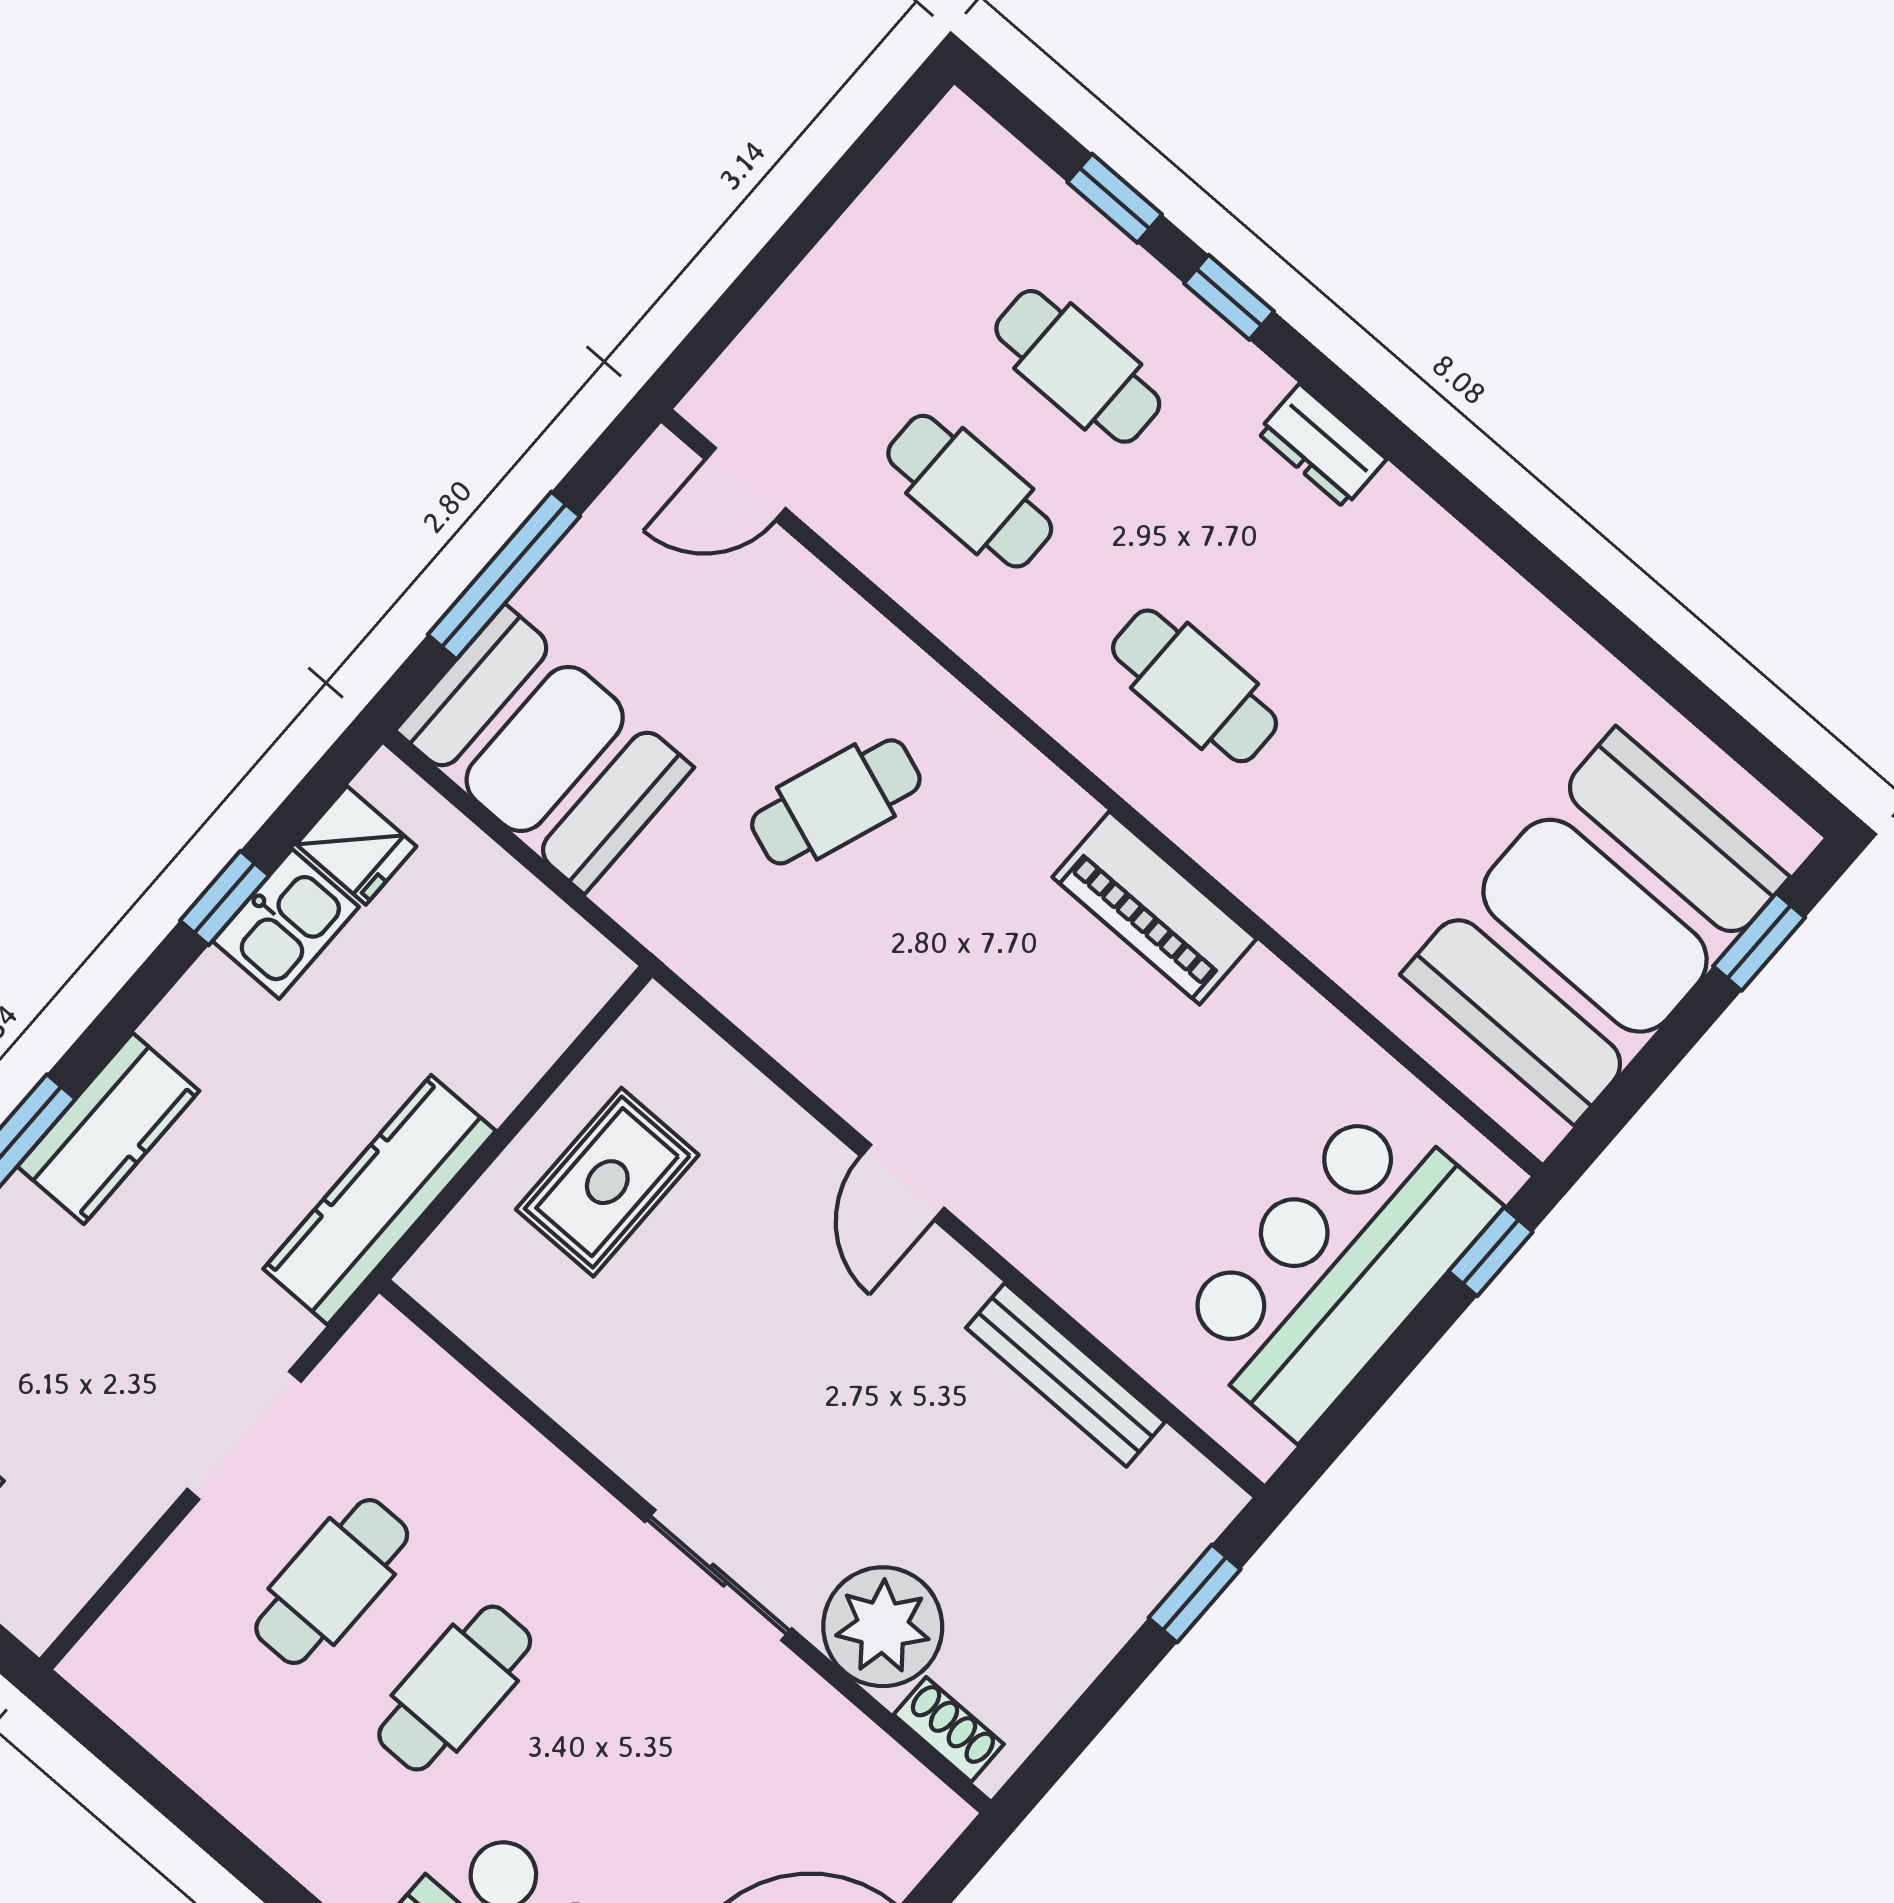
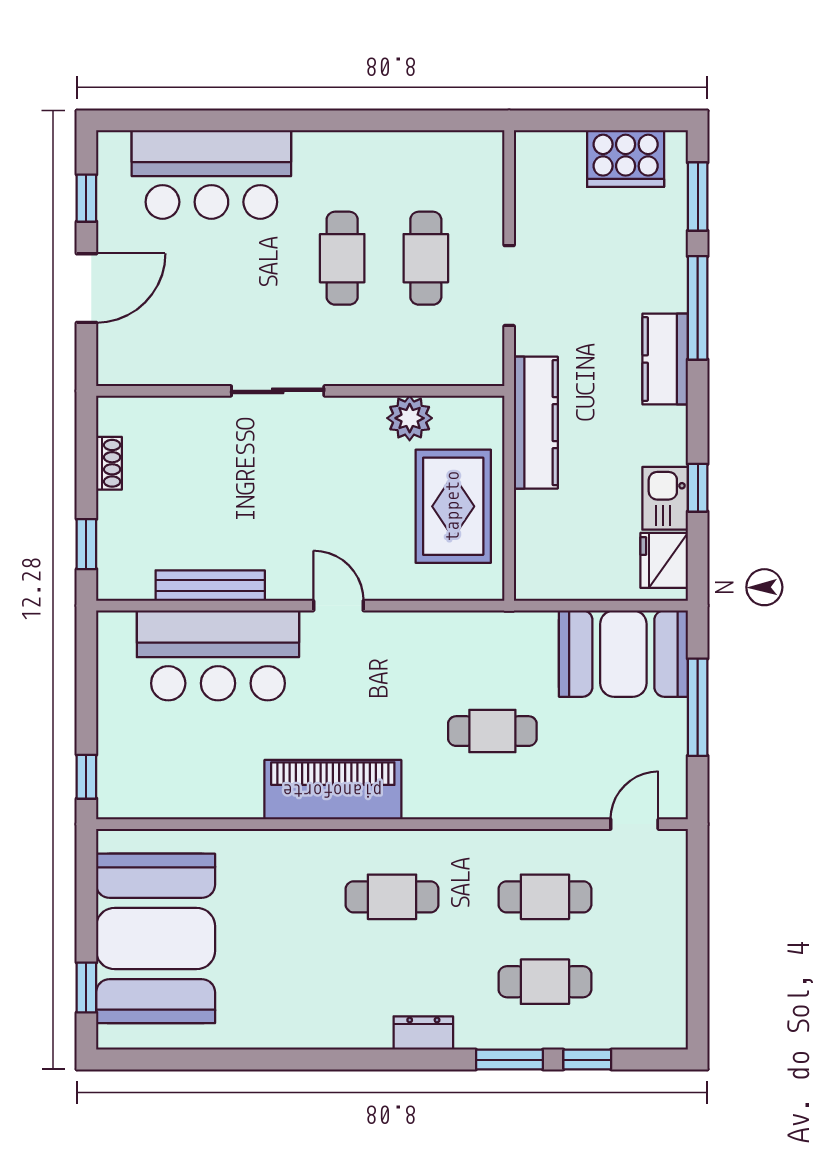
window: (1229, 297) -> (509, 1060), width x1.50
cafe table: (836, 802) -> (492, 731), turned 70
fridge: (356, 845) -> (664, 560), width x1.38
piano: (1154, 908) -> (333, 790), width x1.37, depth x1.33
rug: (607, 1182) -> (453, 506), width x1.36, depth x1.43
bar counter: (1335, 1268) -> (218, 655), moved, turned 90
plant: (883, 1627) -> (410, 418), moved, width x0.73, depth x0.73
shoe rack: (949, 1729) -> (109, 463), moved, turned -90

